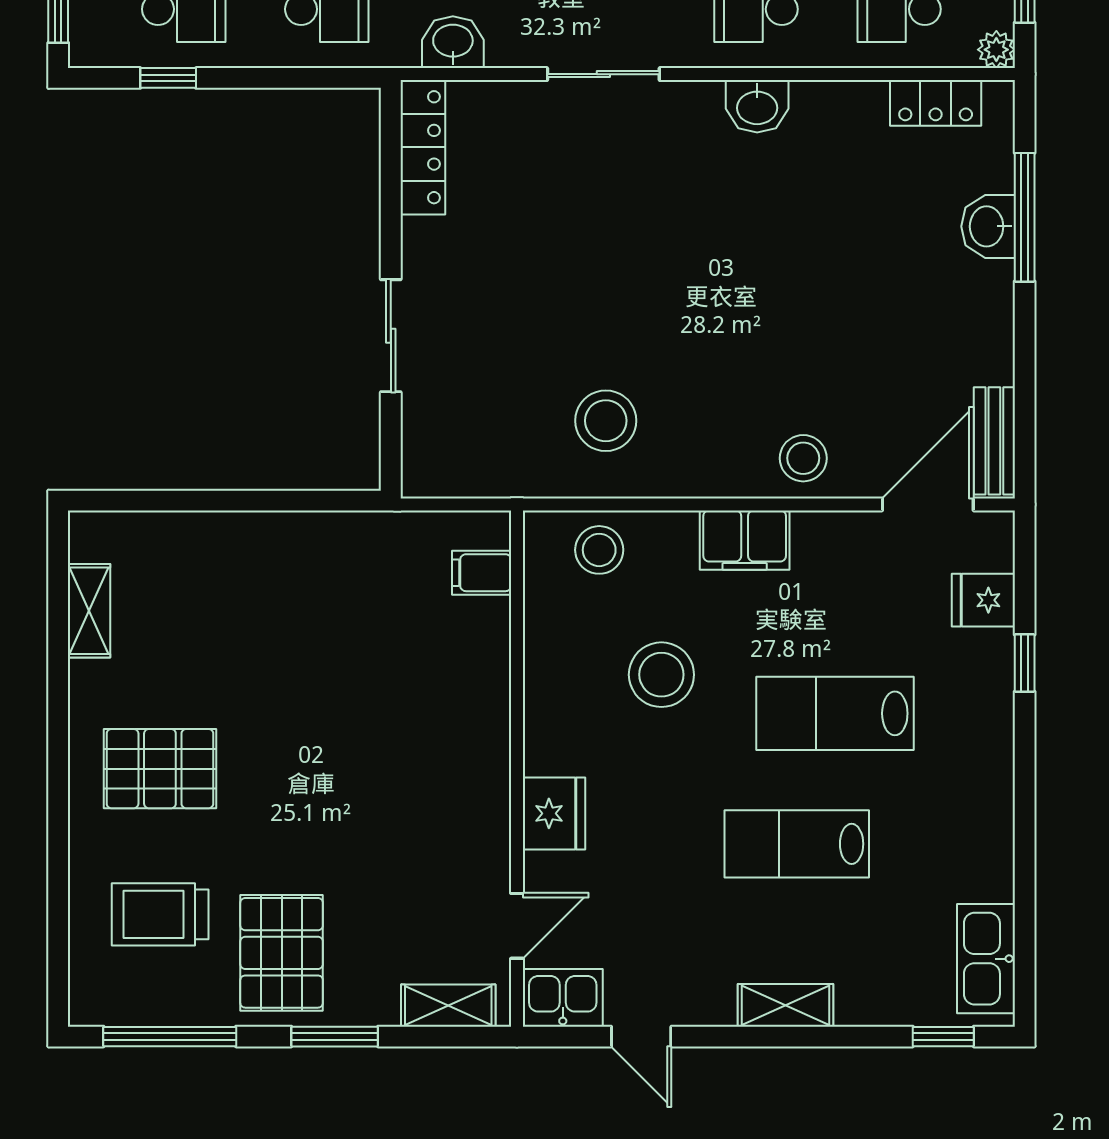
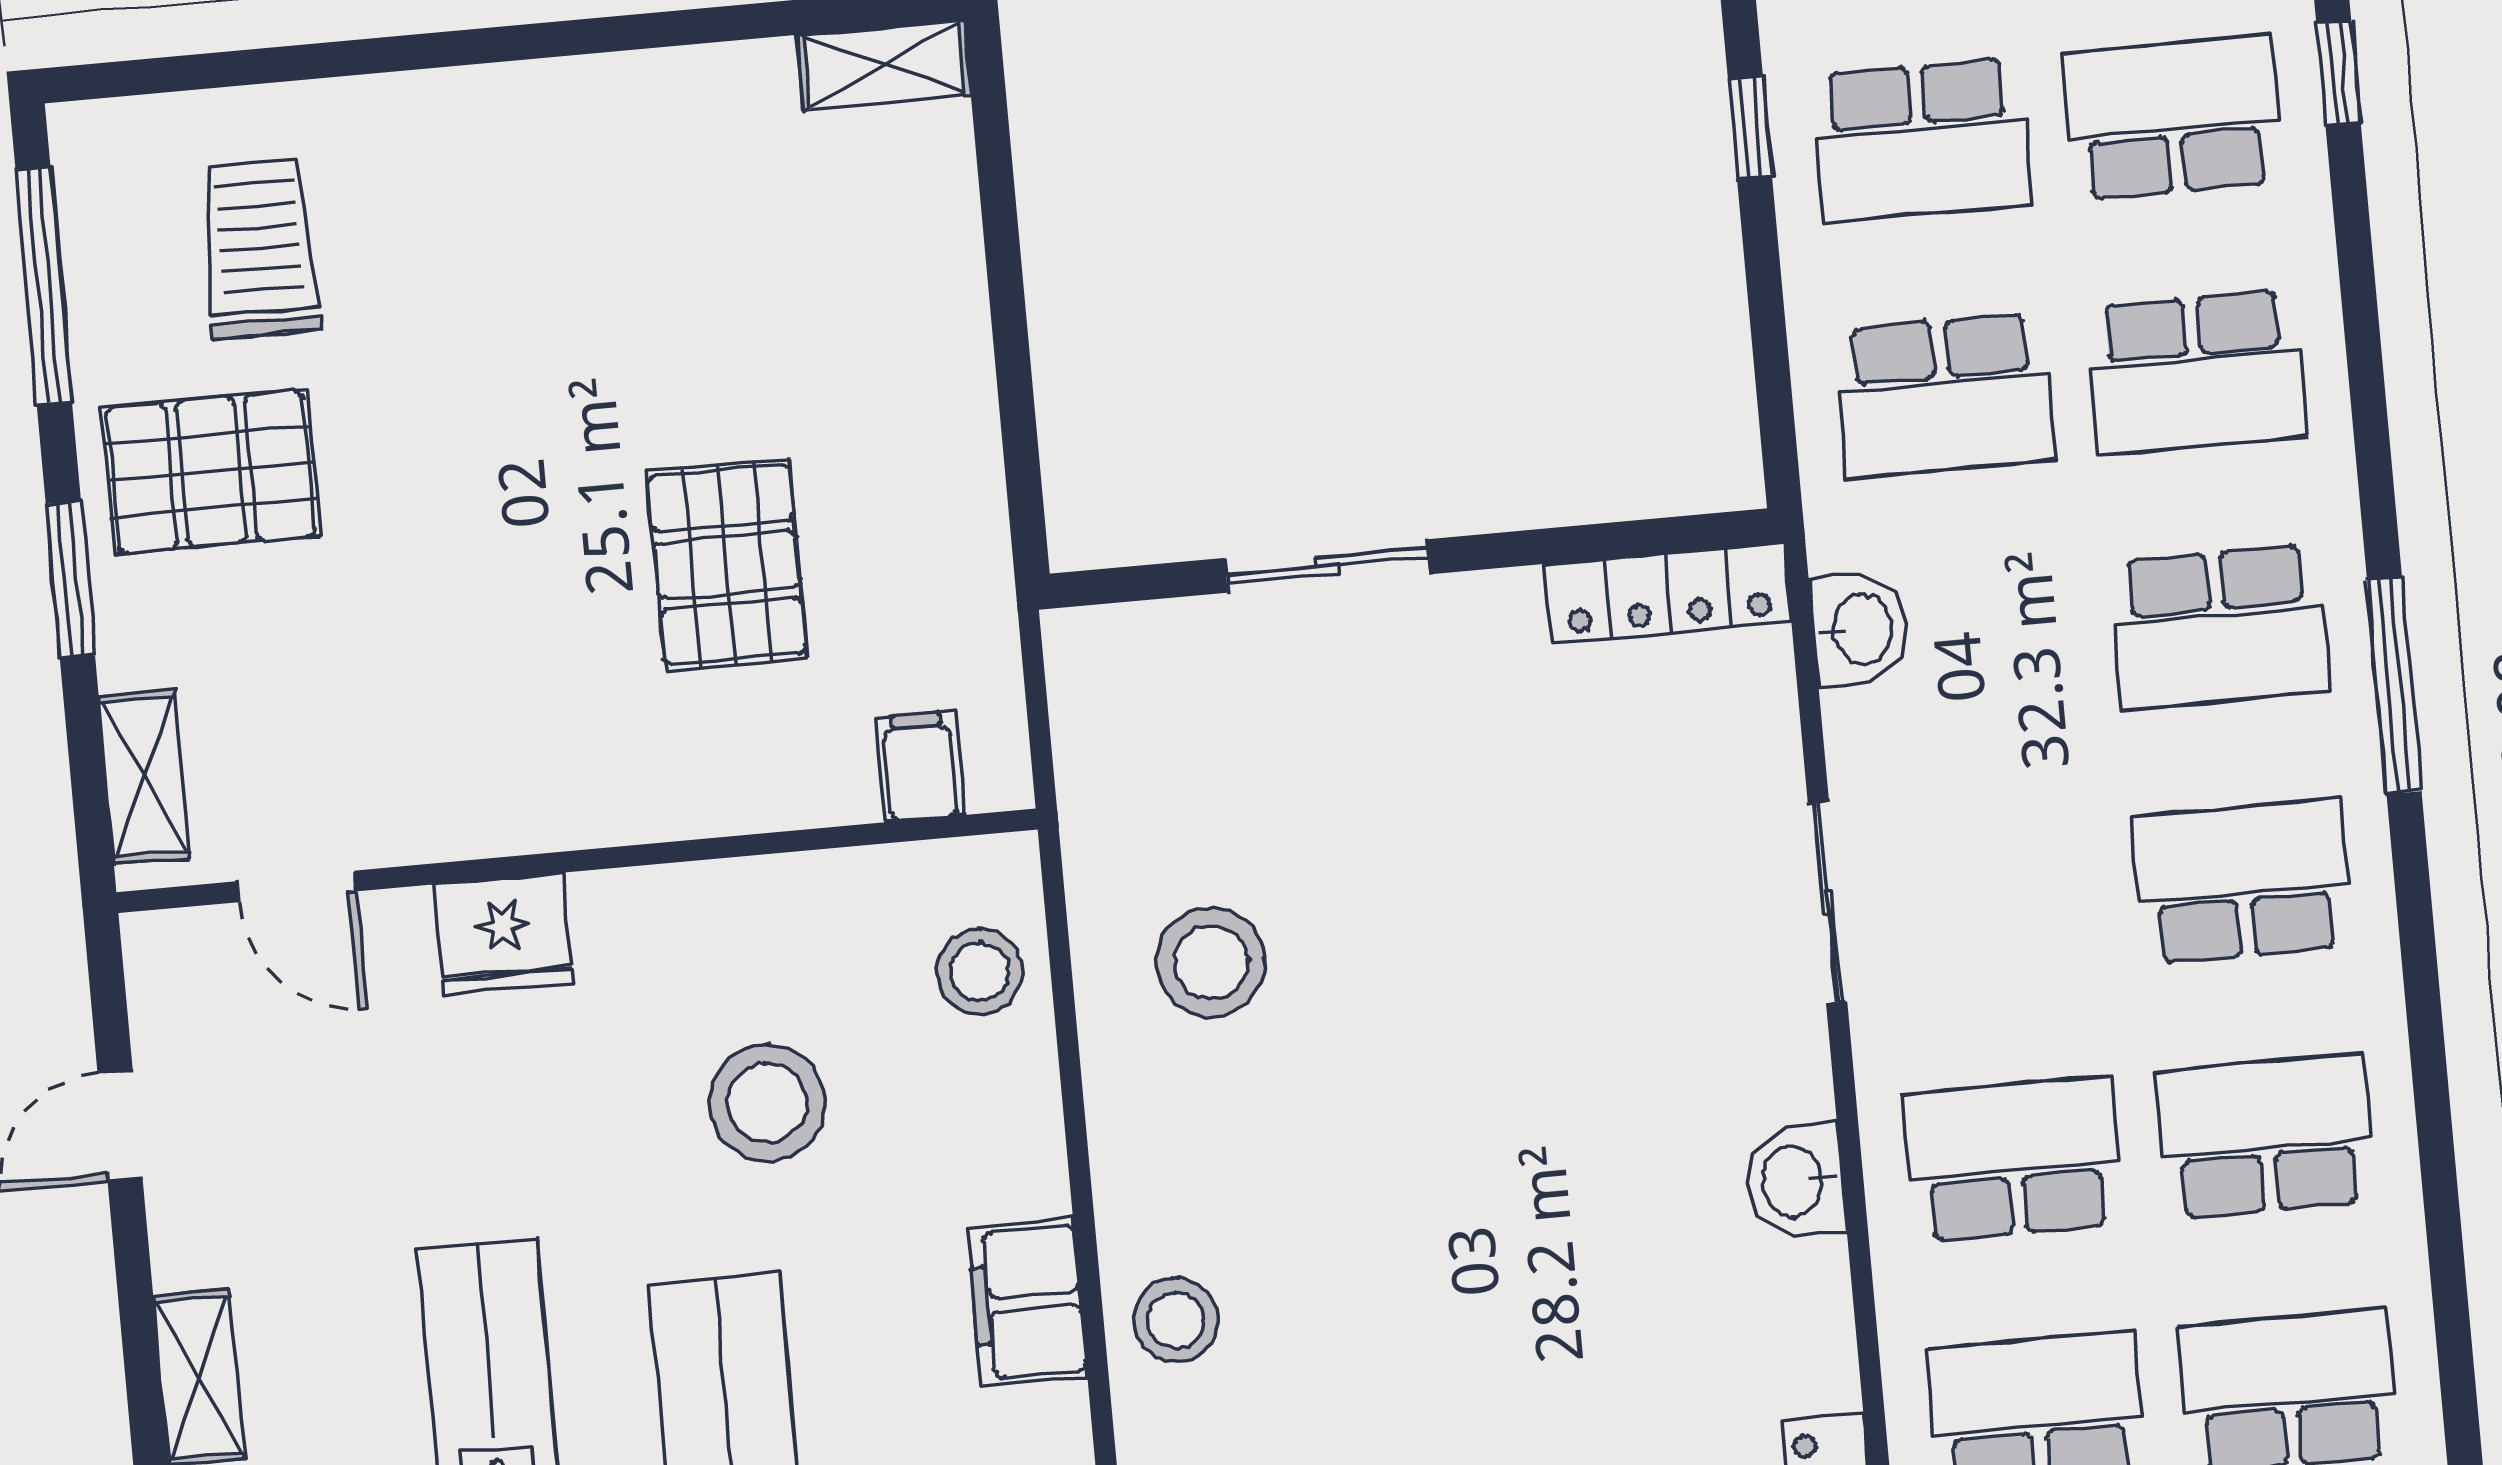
filing cabinet: (745, 540) -> (1027, 1302), moved
shelving: (89, 611) -> (884, 65), moved
pallet: (160, 769) -> (727, 565), moved
kitchen sink: (563, 998) -> (176, 980), removed

